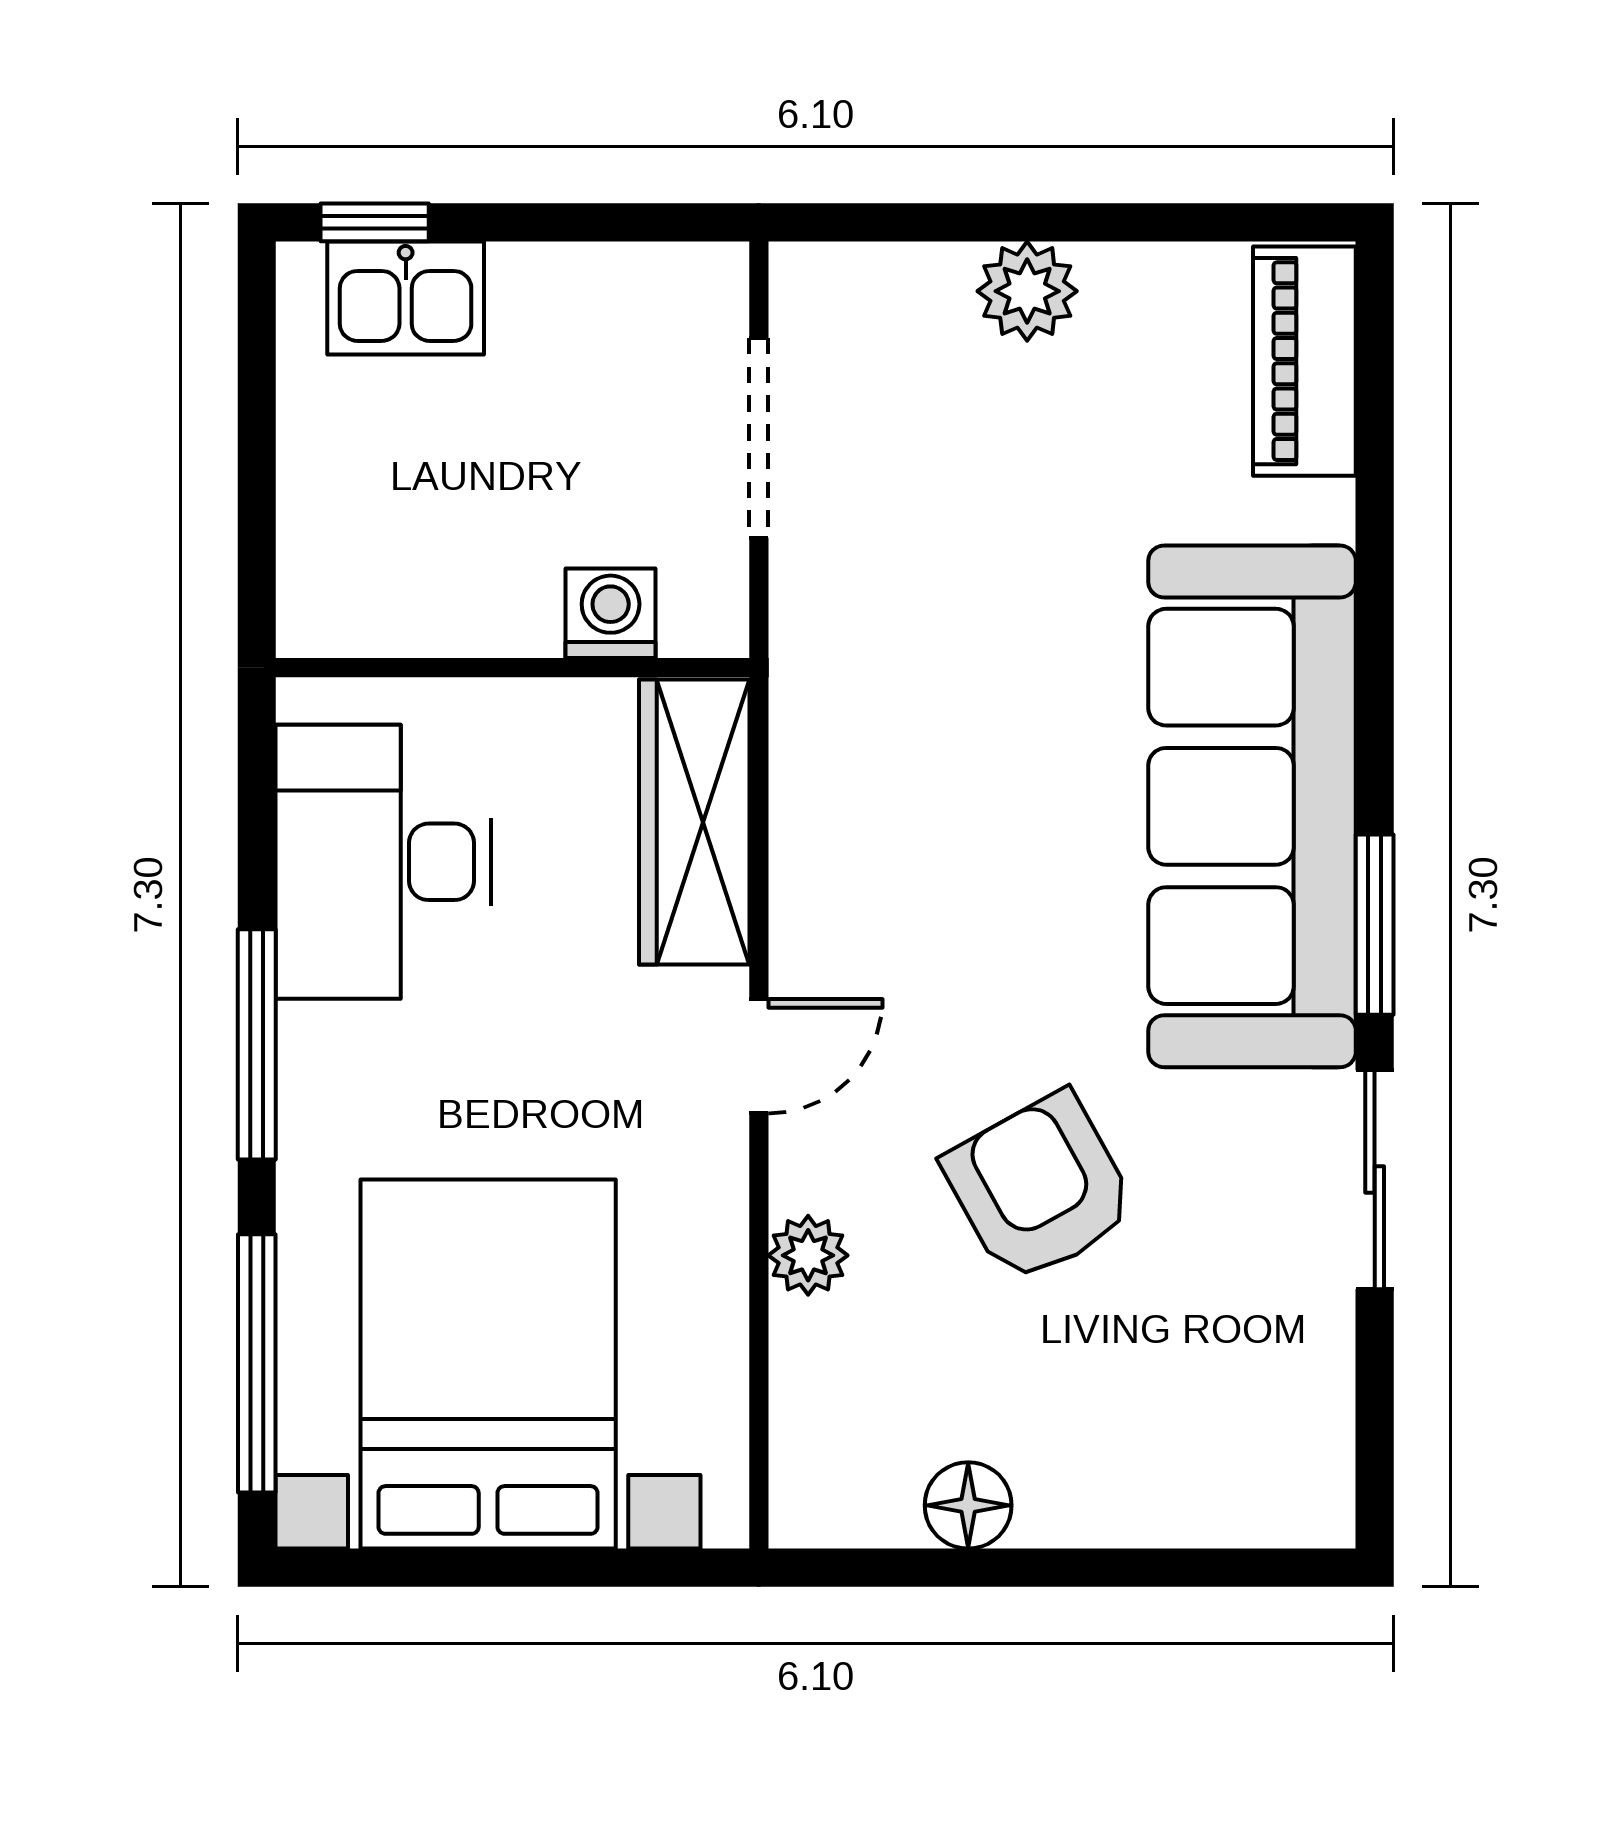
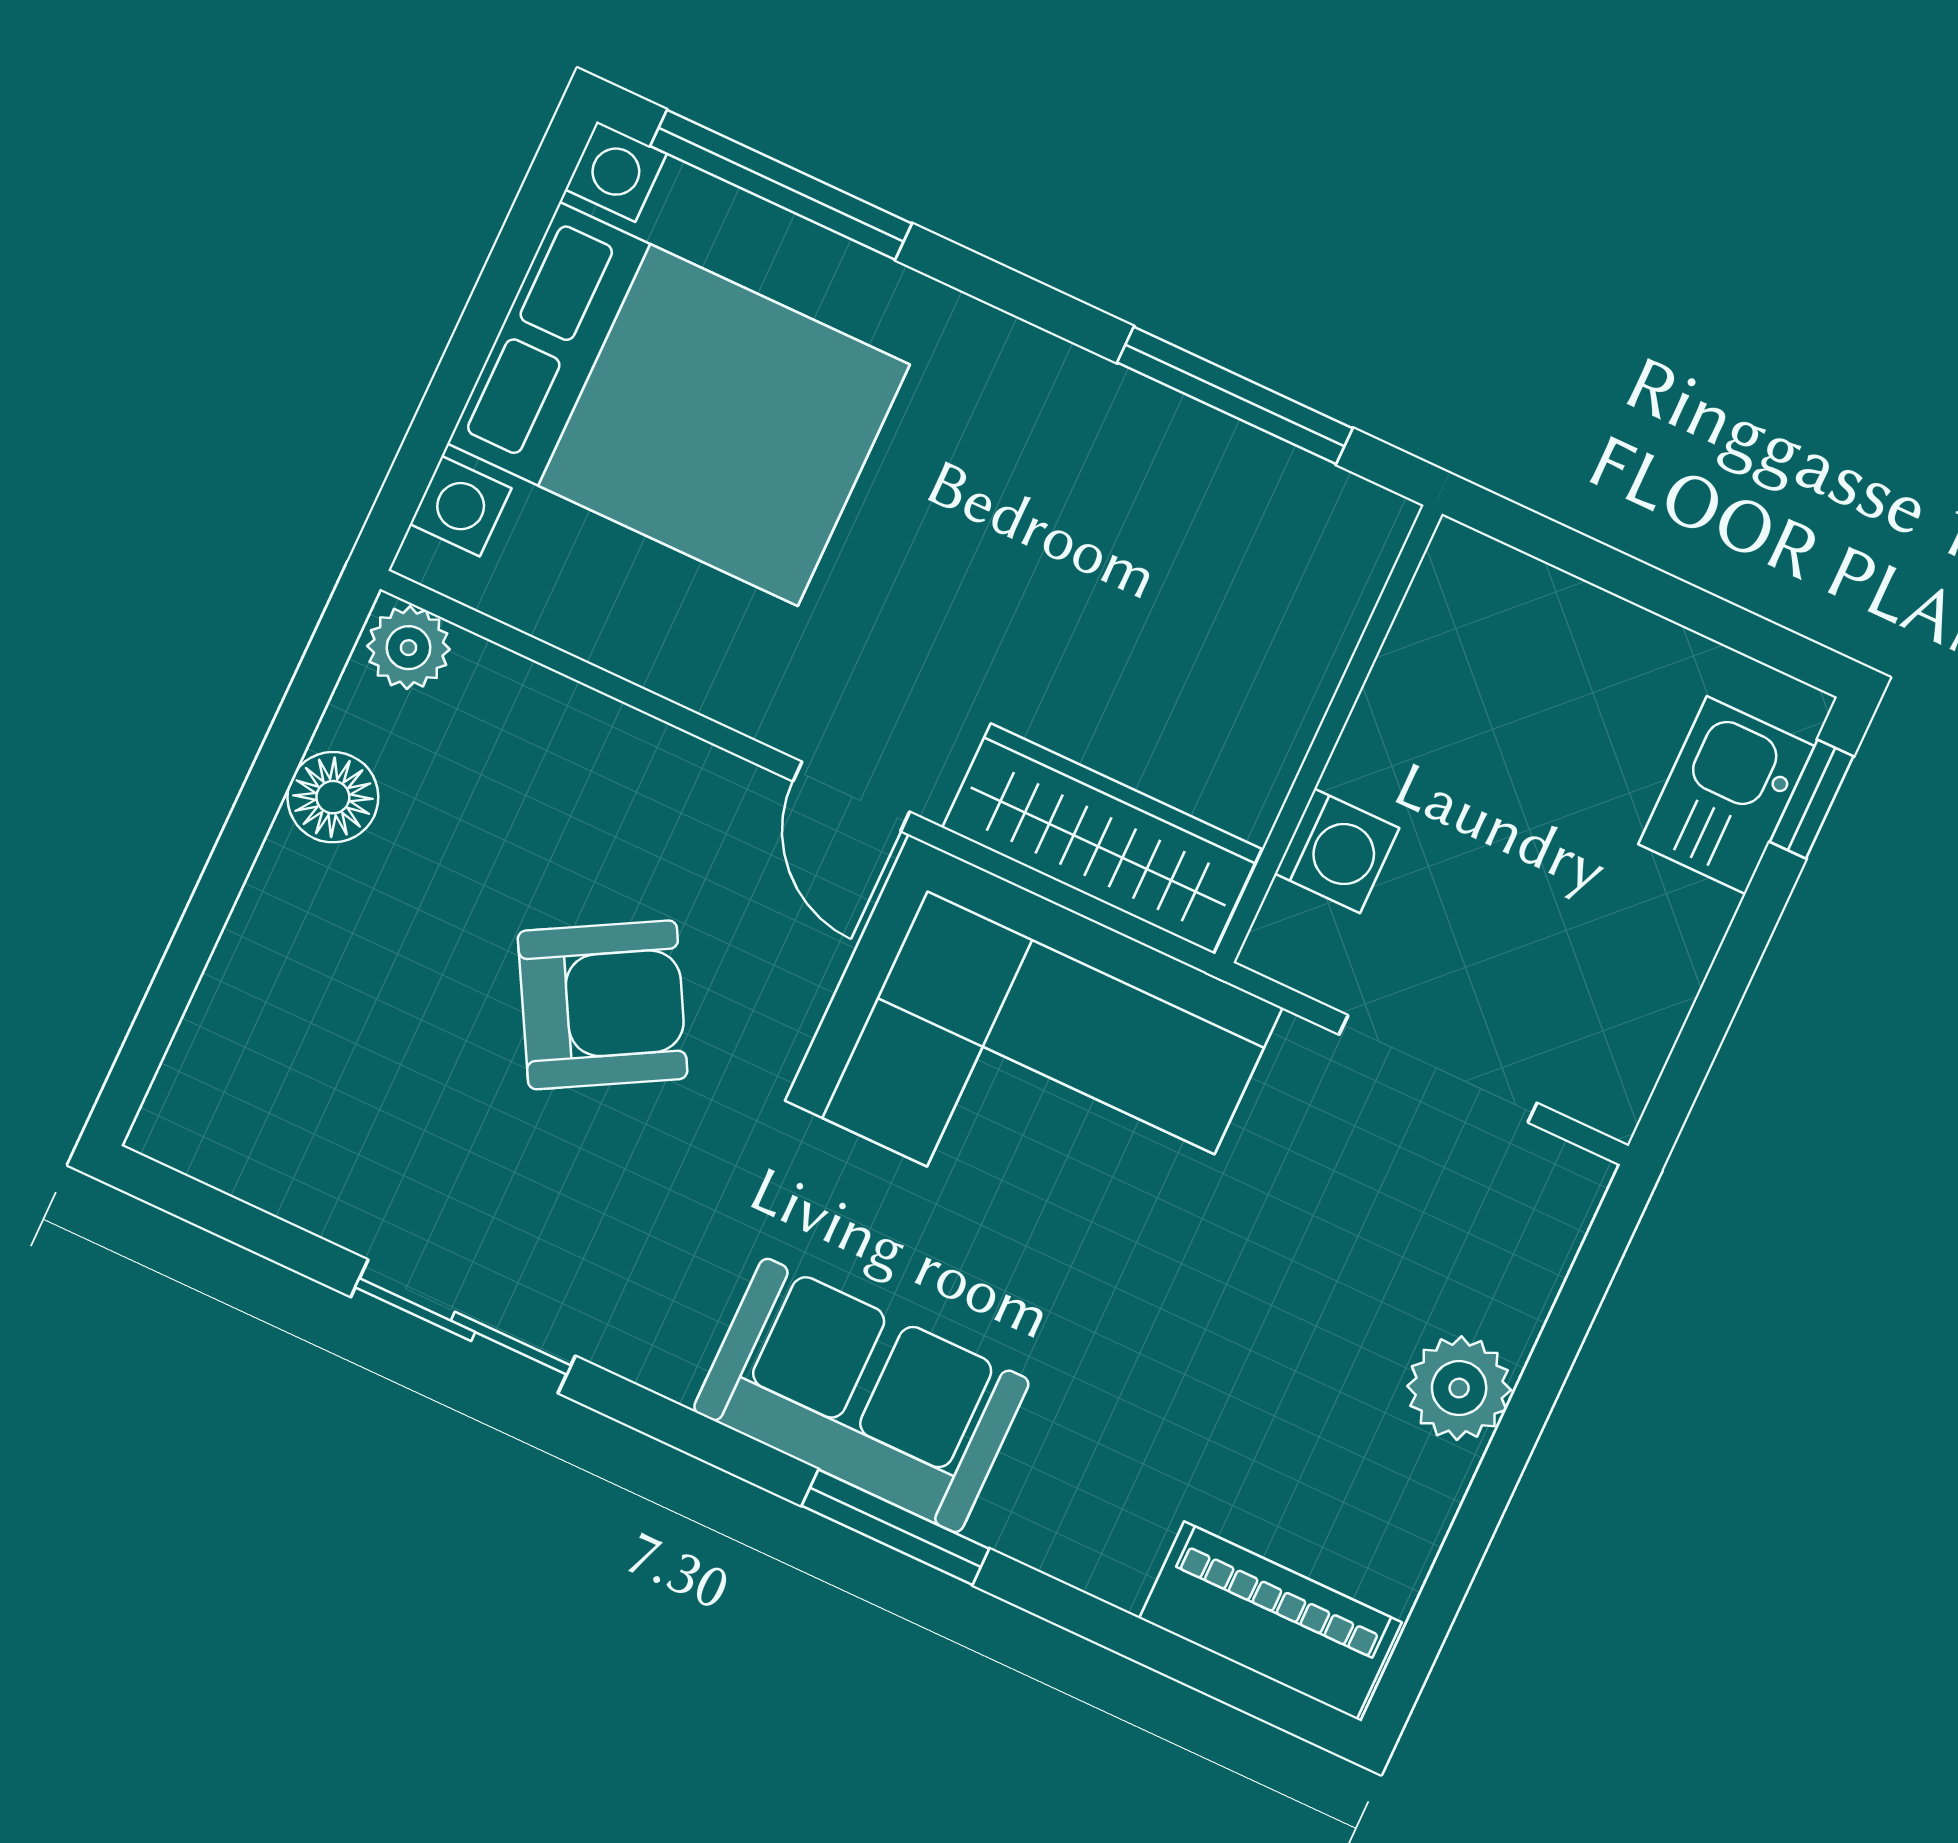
corner sofa: (909, 794) -> (1034, 1054), added
sofa: (1252, 806) -> (861, 1395), width x0.54, depth x0.79
desk: (383, 862) -> (1201, 526), removed
window: (1375, 925) -> (895, 1527), moved
window: (257, 1044) -> (1235, 395), moved
plant: (808, 1255) -> (408, 648), moved

